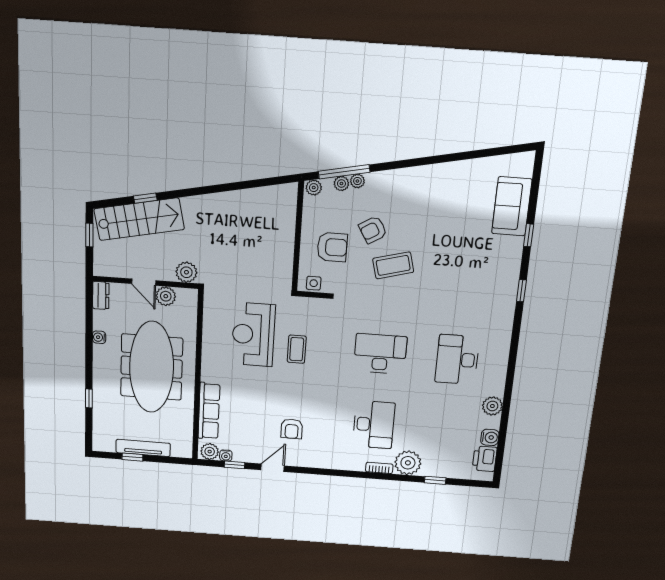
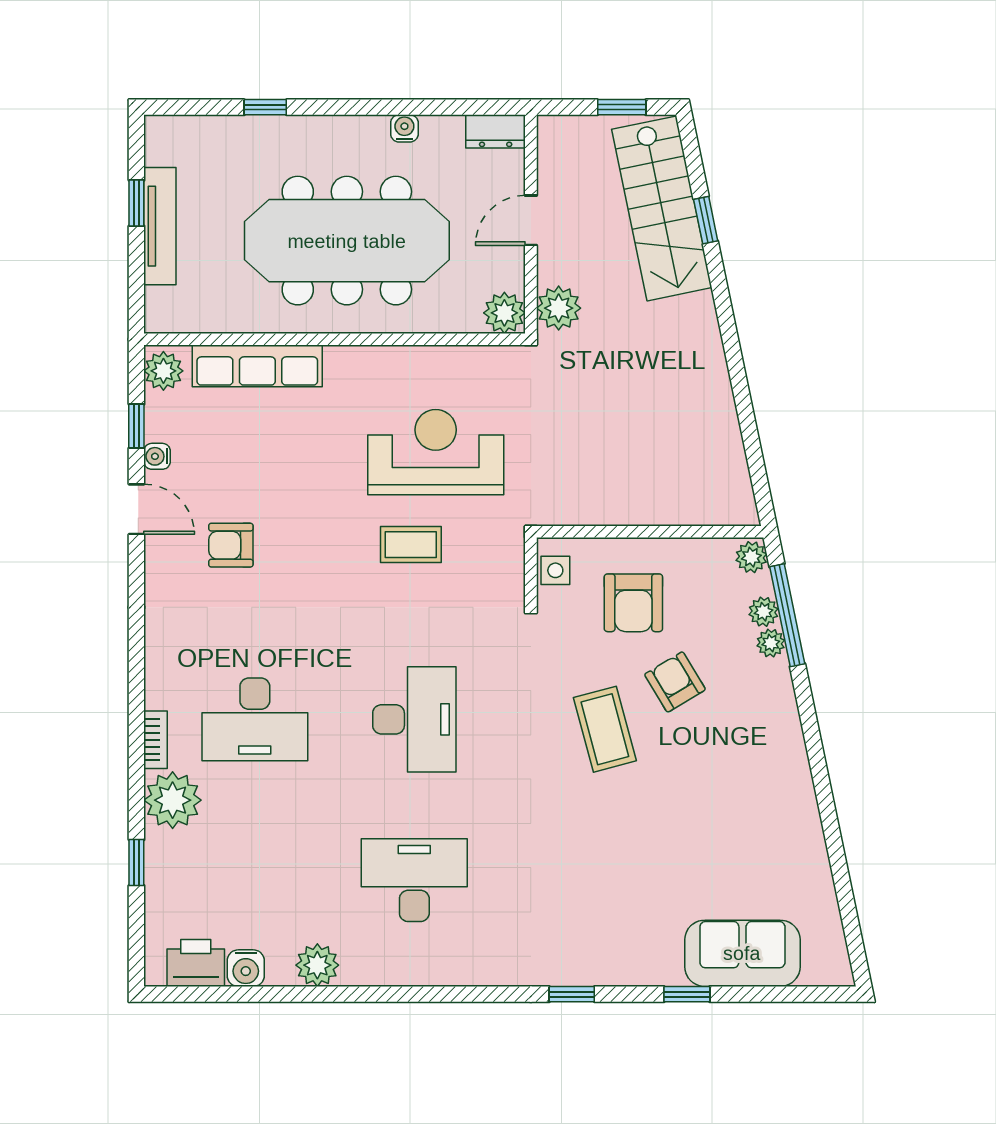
plant: (166, 296) -> (504, 313), moved
water cooler: (226, 455) -> (157, 456), moved

